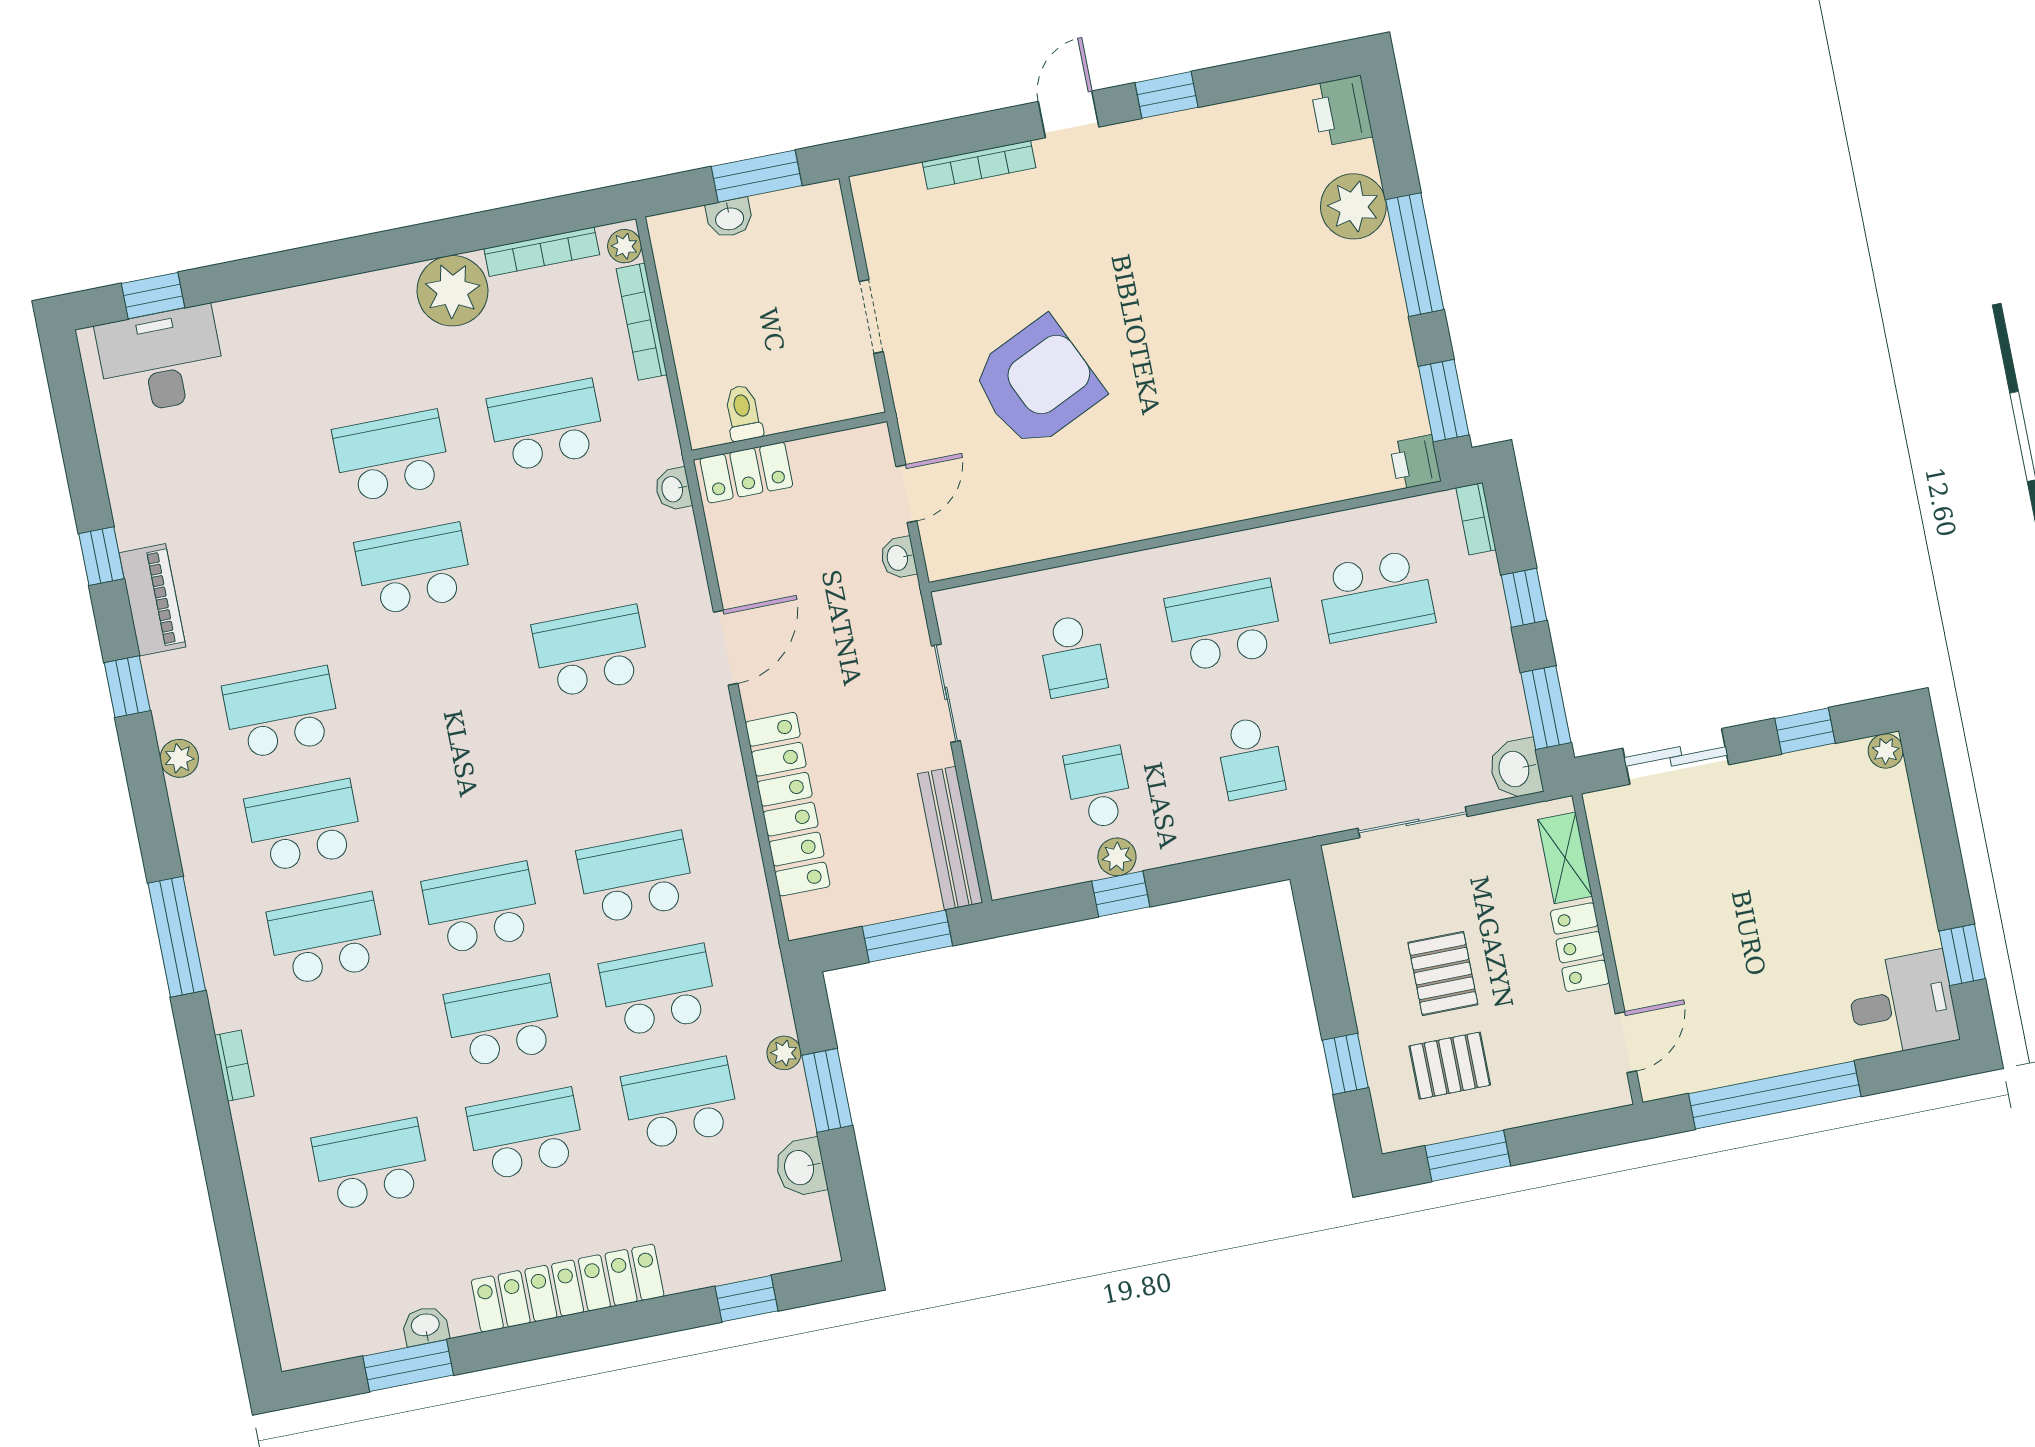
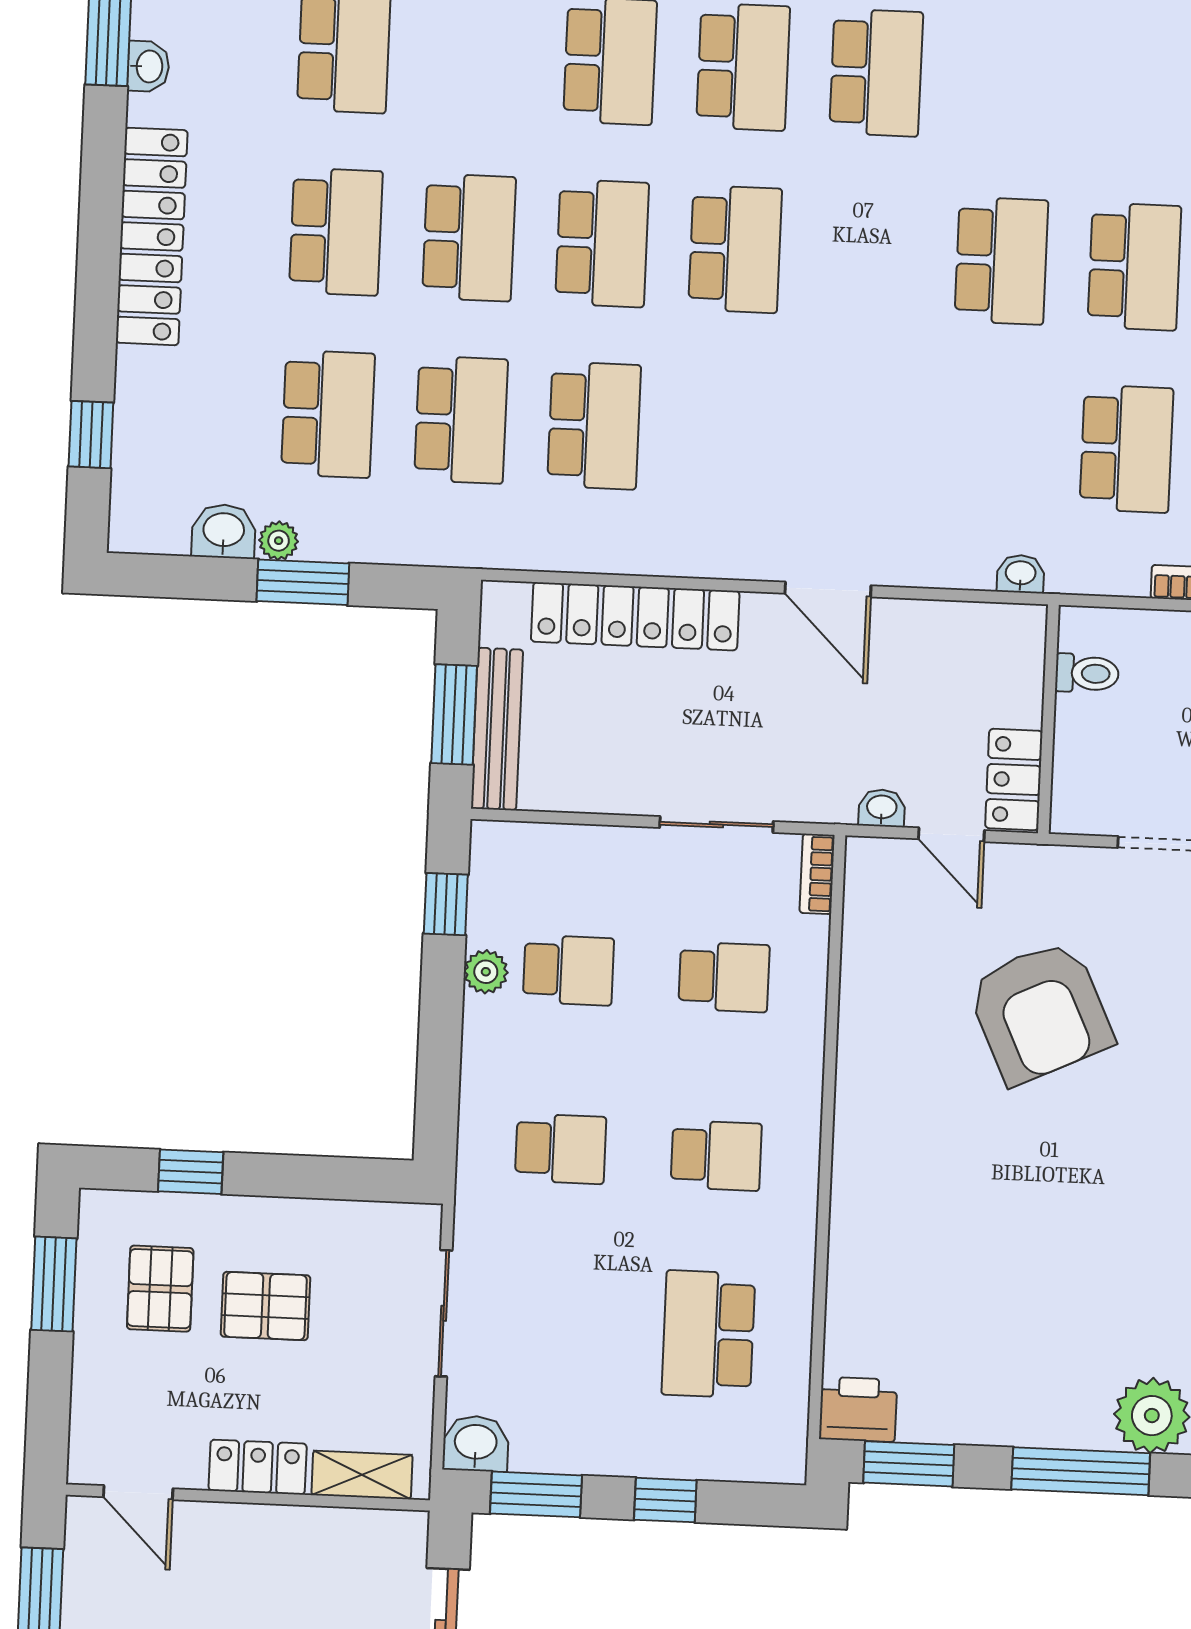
printer: (1415, 462) -> (858, 1409), width x1.36, depth x1.24
locker: (746, 473) -> (1014, 779), moved
bookcase: (1476, 519) -> (817, 874), moved, turned -90
school desk: (1224, 626) -> (716, 1156), width x0.54
school desk: (591, 652) -> (735, 249), moved
school desk: (1073, 656) -> (724, 977), turned 180
school desk: (1250, 758) -> (561, 1149), turned 180
bench: (950, 838) -> (497, 729), moved, turned 90
window: (1121, 894) -> (446, 904), moved
plant: (784, 1053) -> (279, 541), moved

